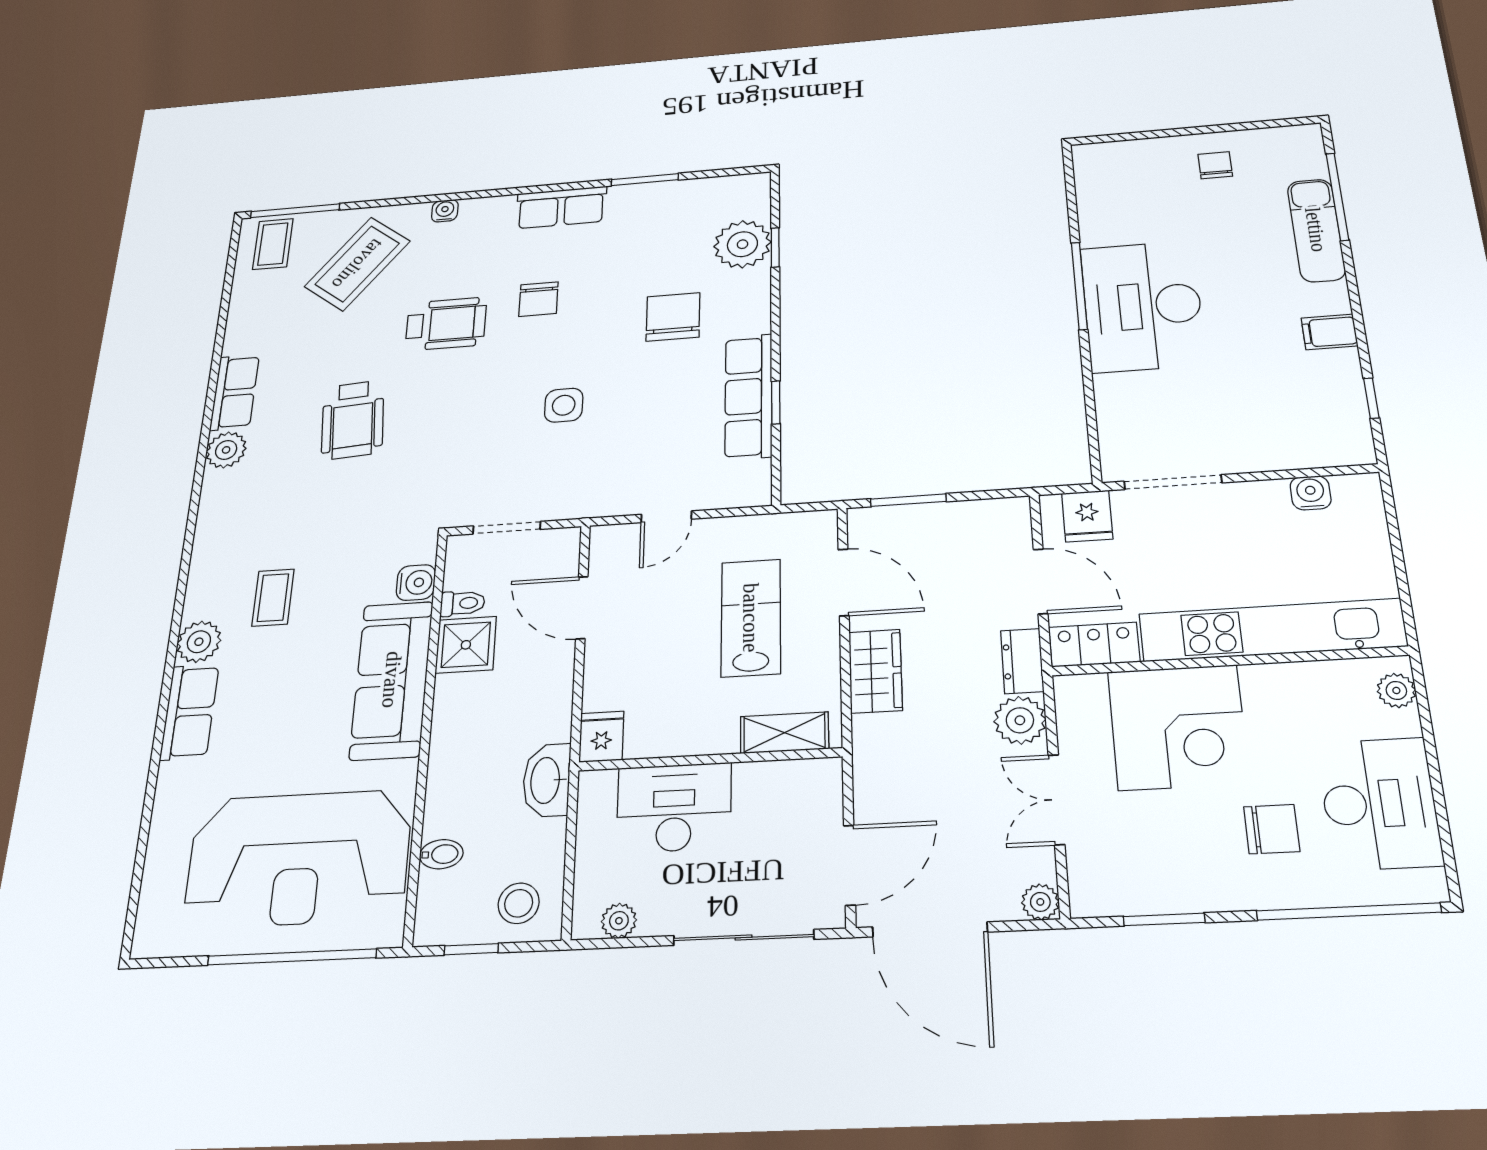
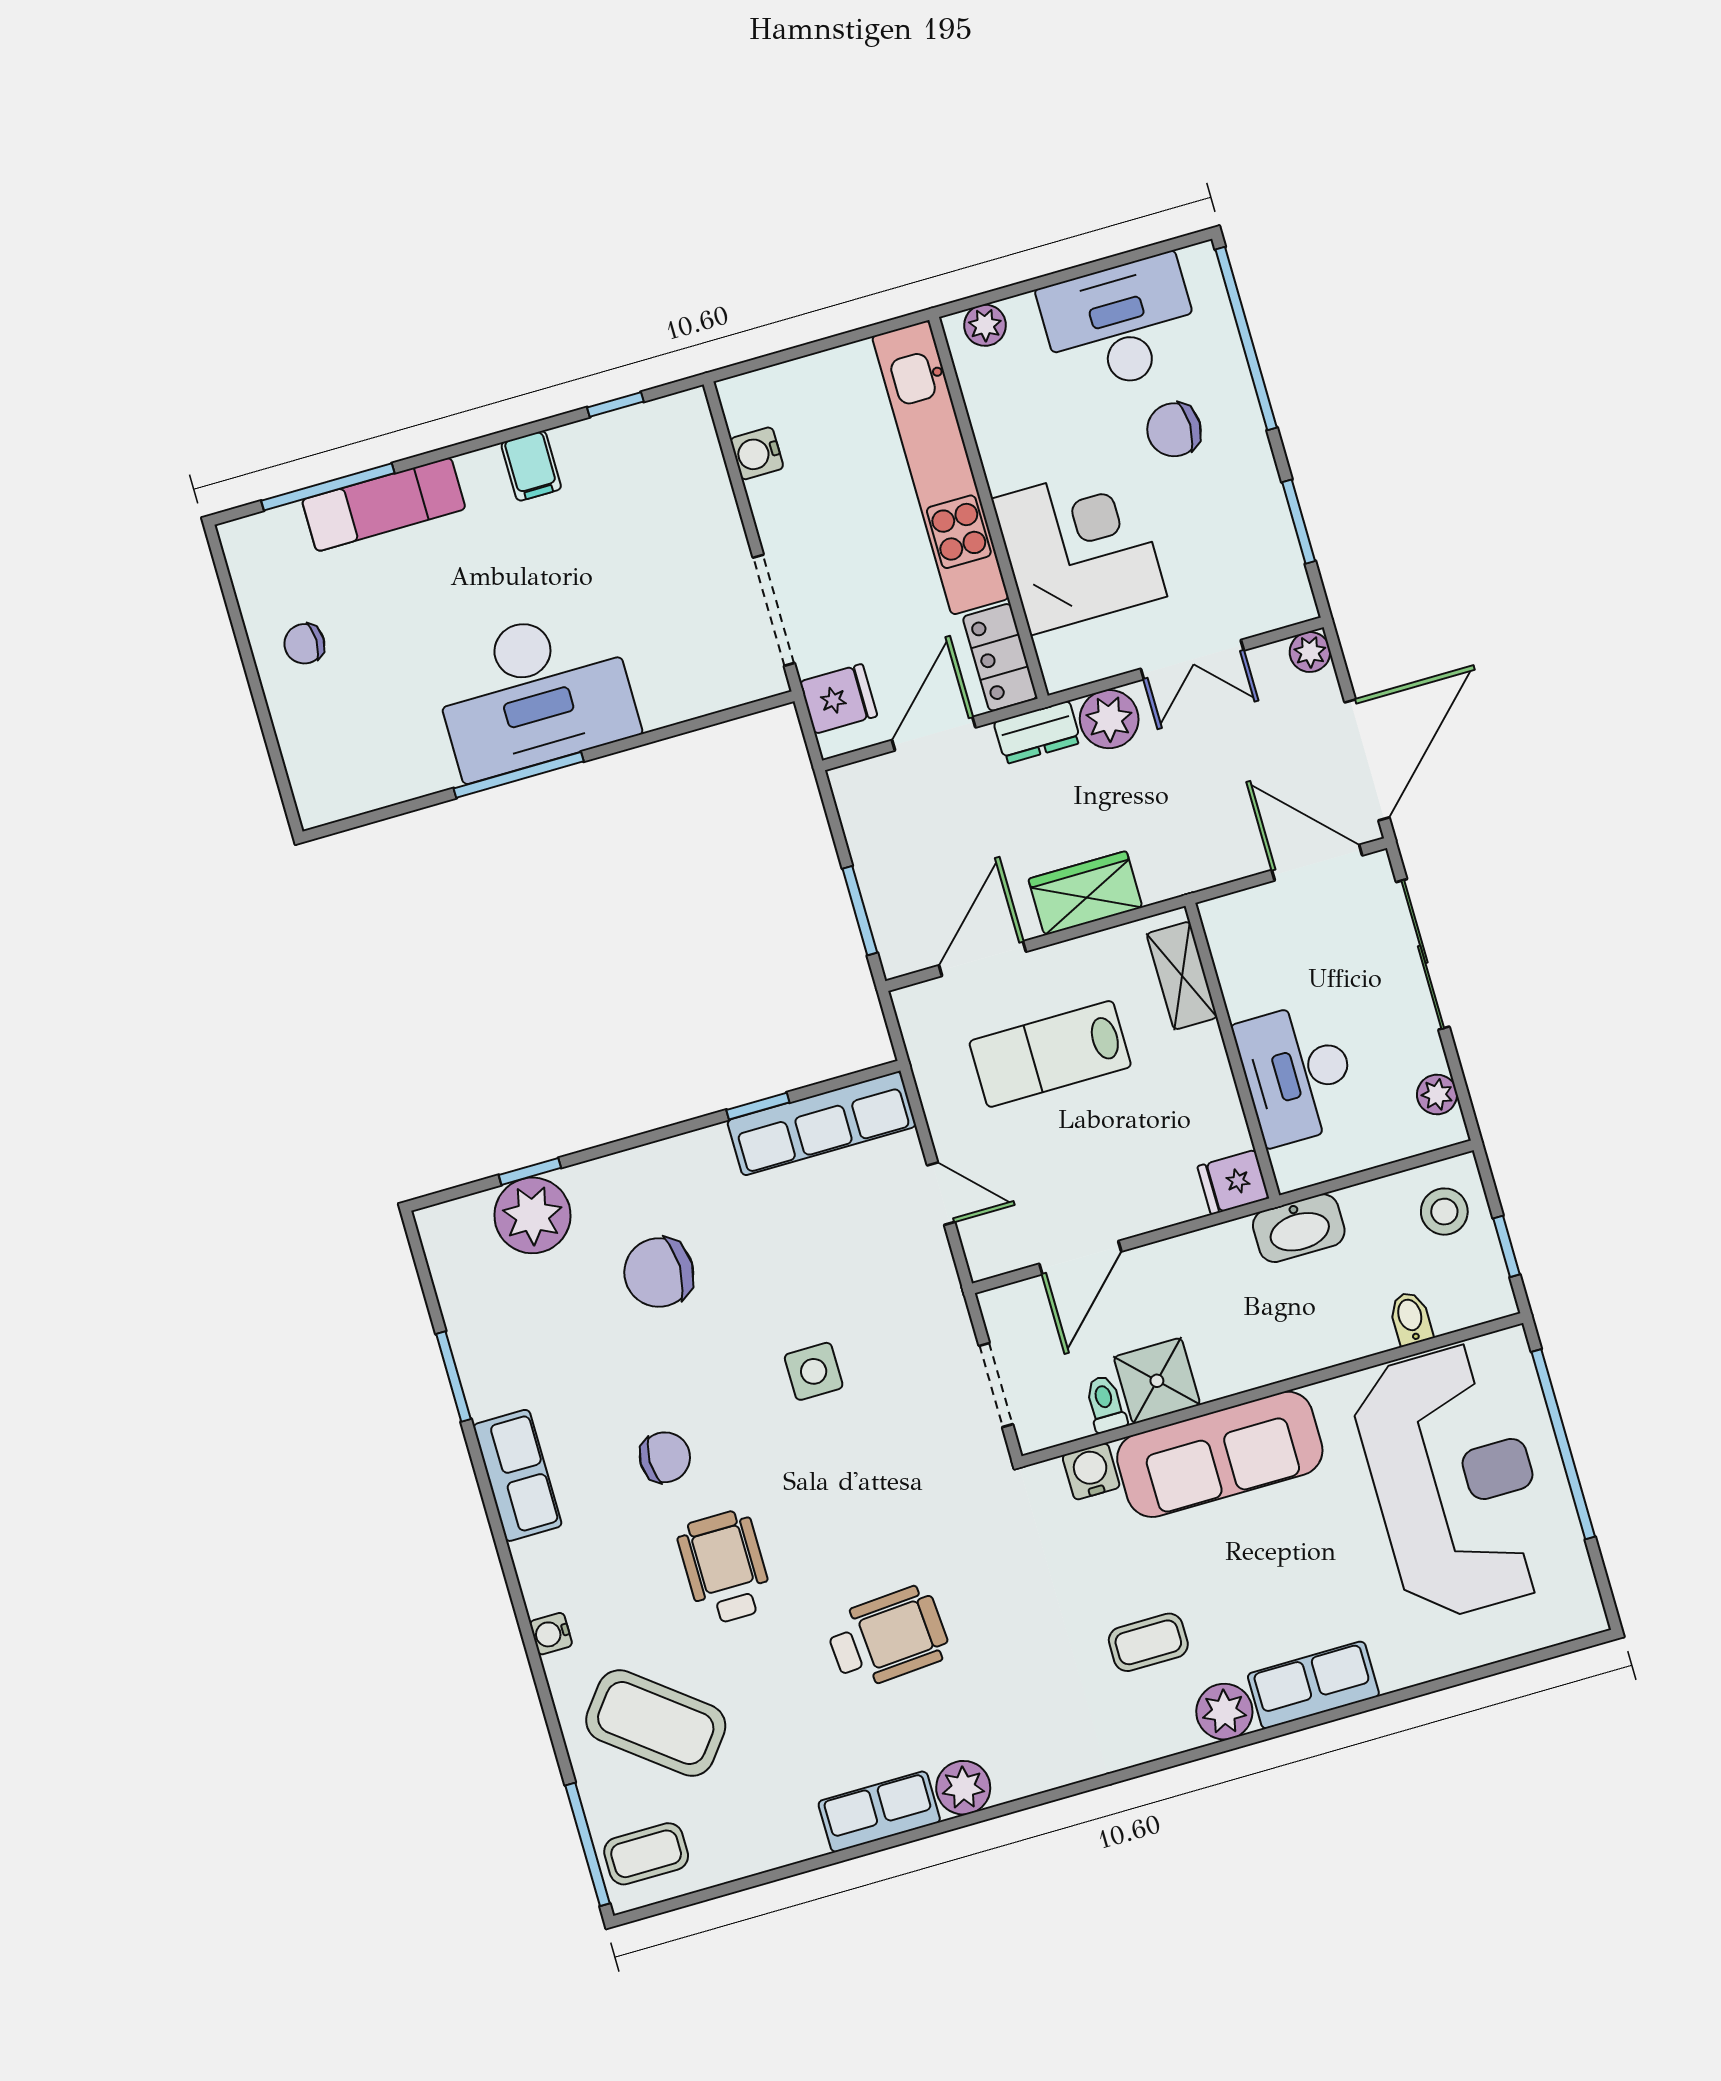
row of seats: (748, 396) -> (822, 1123), moved
chair: (1272, 829) -> (1174, 430), turned -90

